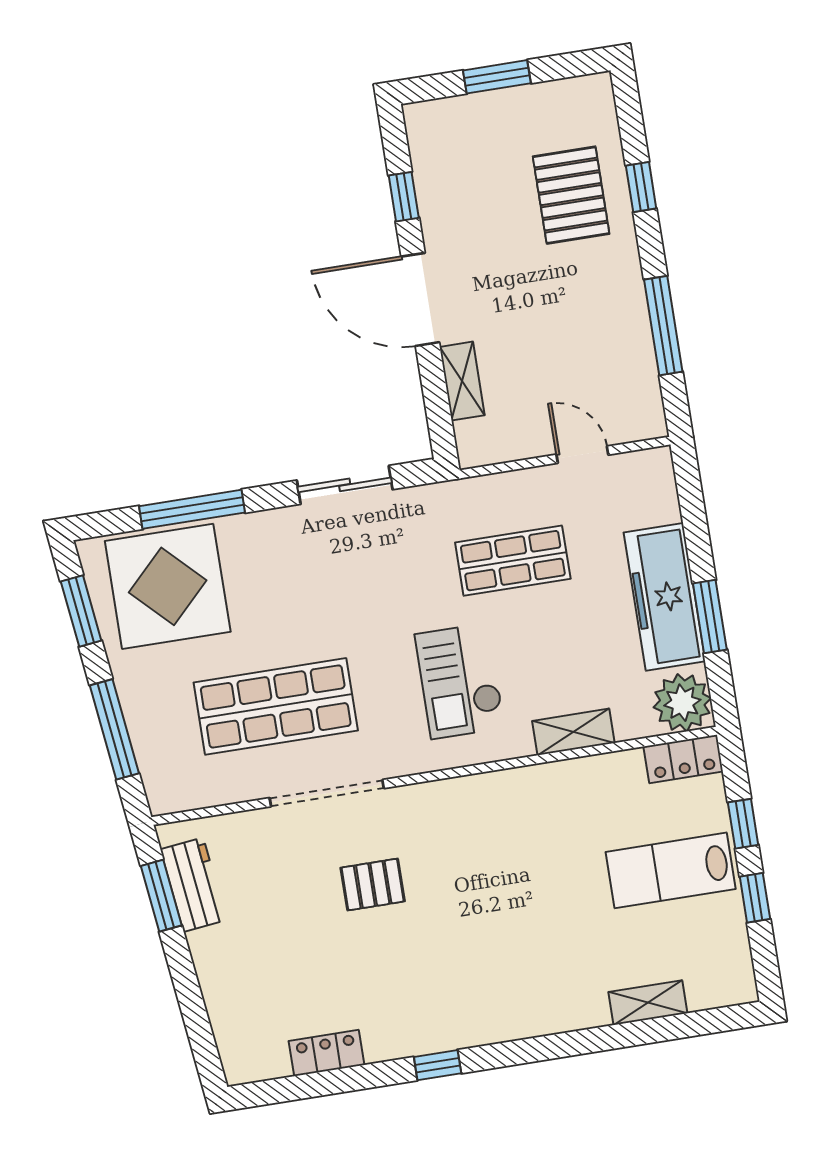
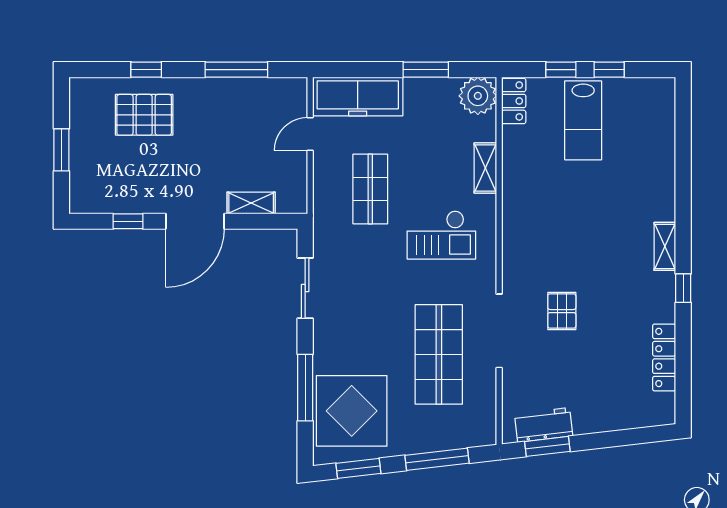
freezer: (664, 597) -> (358, 96), moved
shelving: (648, 1003) -> (665, 246), moved
locker: (326, 1053) -> (664, 357), width x1.53

